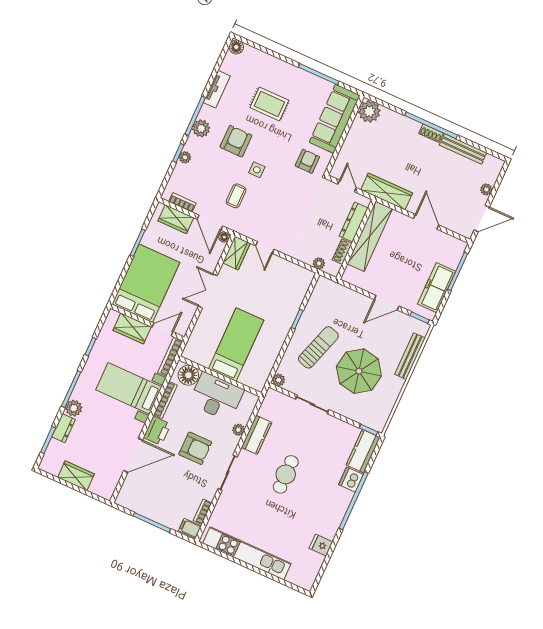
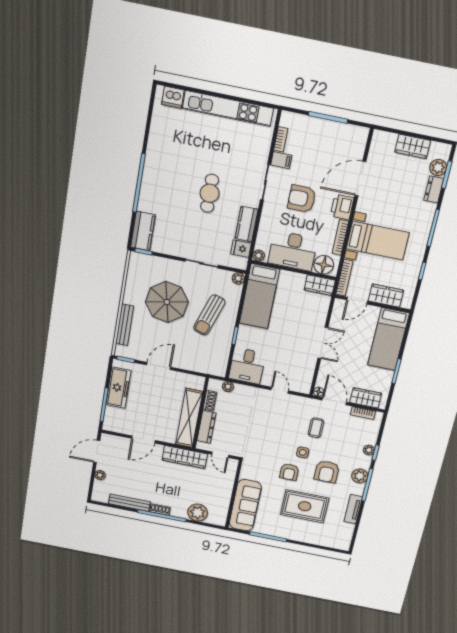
floor lamp: (236, 47) -> (344, 544), removed
rug: (269, 104) -> (305, 506), width x1.36, depth x1.43
plant: (369, 111) -> (198, 513), moved
armchair: (307, 161) -> (289, 472), moved
door: (426, 222) -> (144, 439), hinge flipped
wardrobe: (236, 253) -> (320, 285), moved, turned -90
bed: (146, 283) -> (388, 339), width x0.67
desk: (293, 283) -> (247, 366), added
bed: (236, 345) -> (259, 296), moved
plant: (74, 408) -> (438, 168), moved
plant: (238, 430) -> (259, 256), moved
dishwasher: (351, 480) -> (173, 97), moved, turned 90
filing cabinet: (190, 528) -> (281, 160), moved
fridge: (321, 545) -> (241, 249), moved, turned 180

